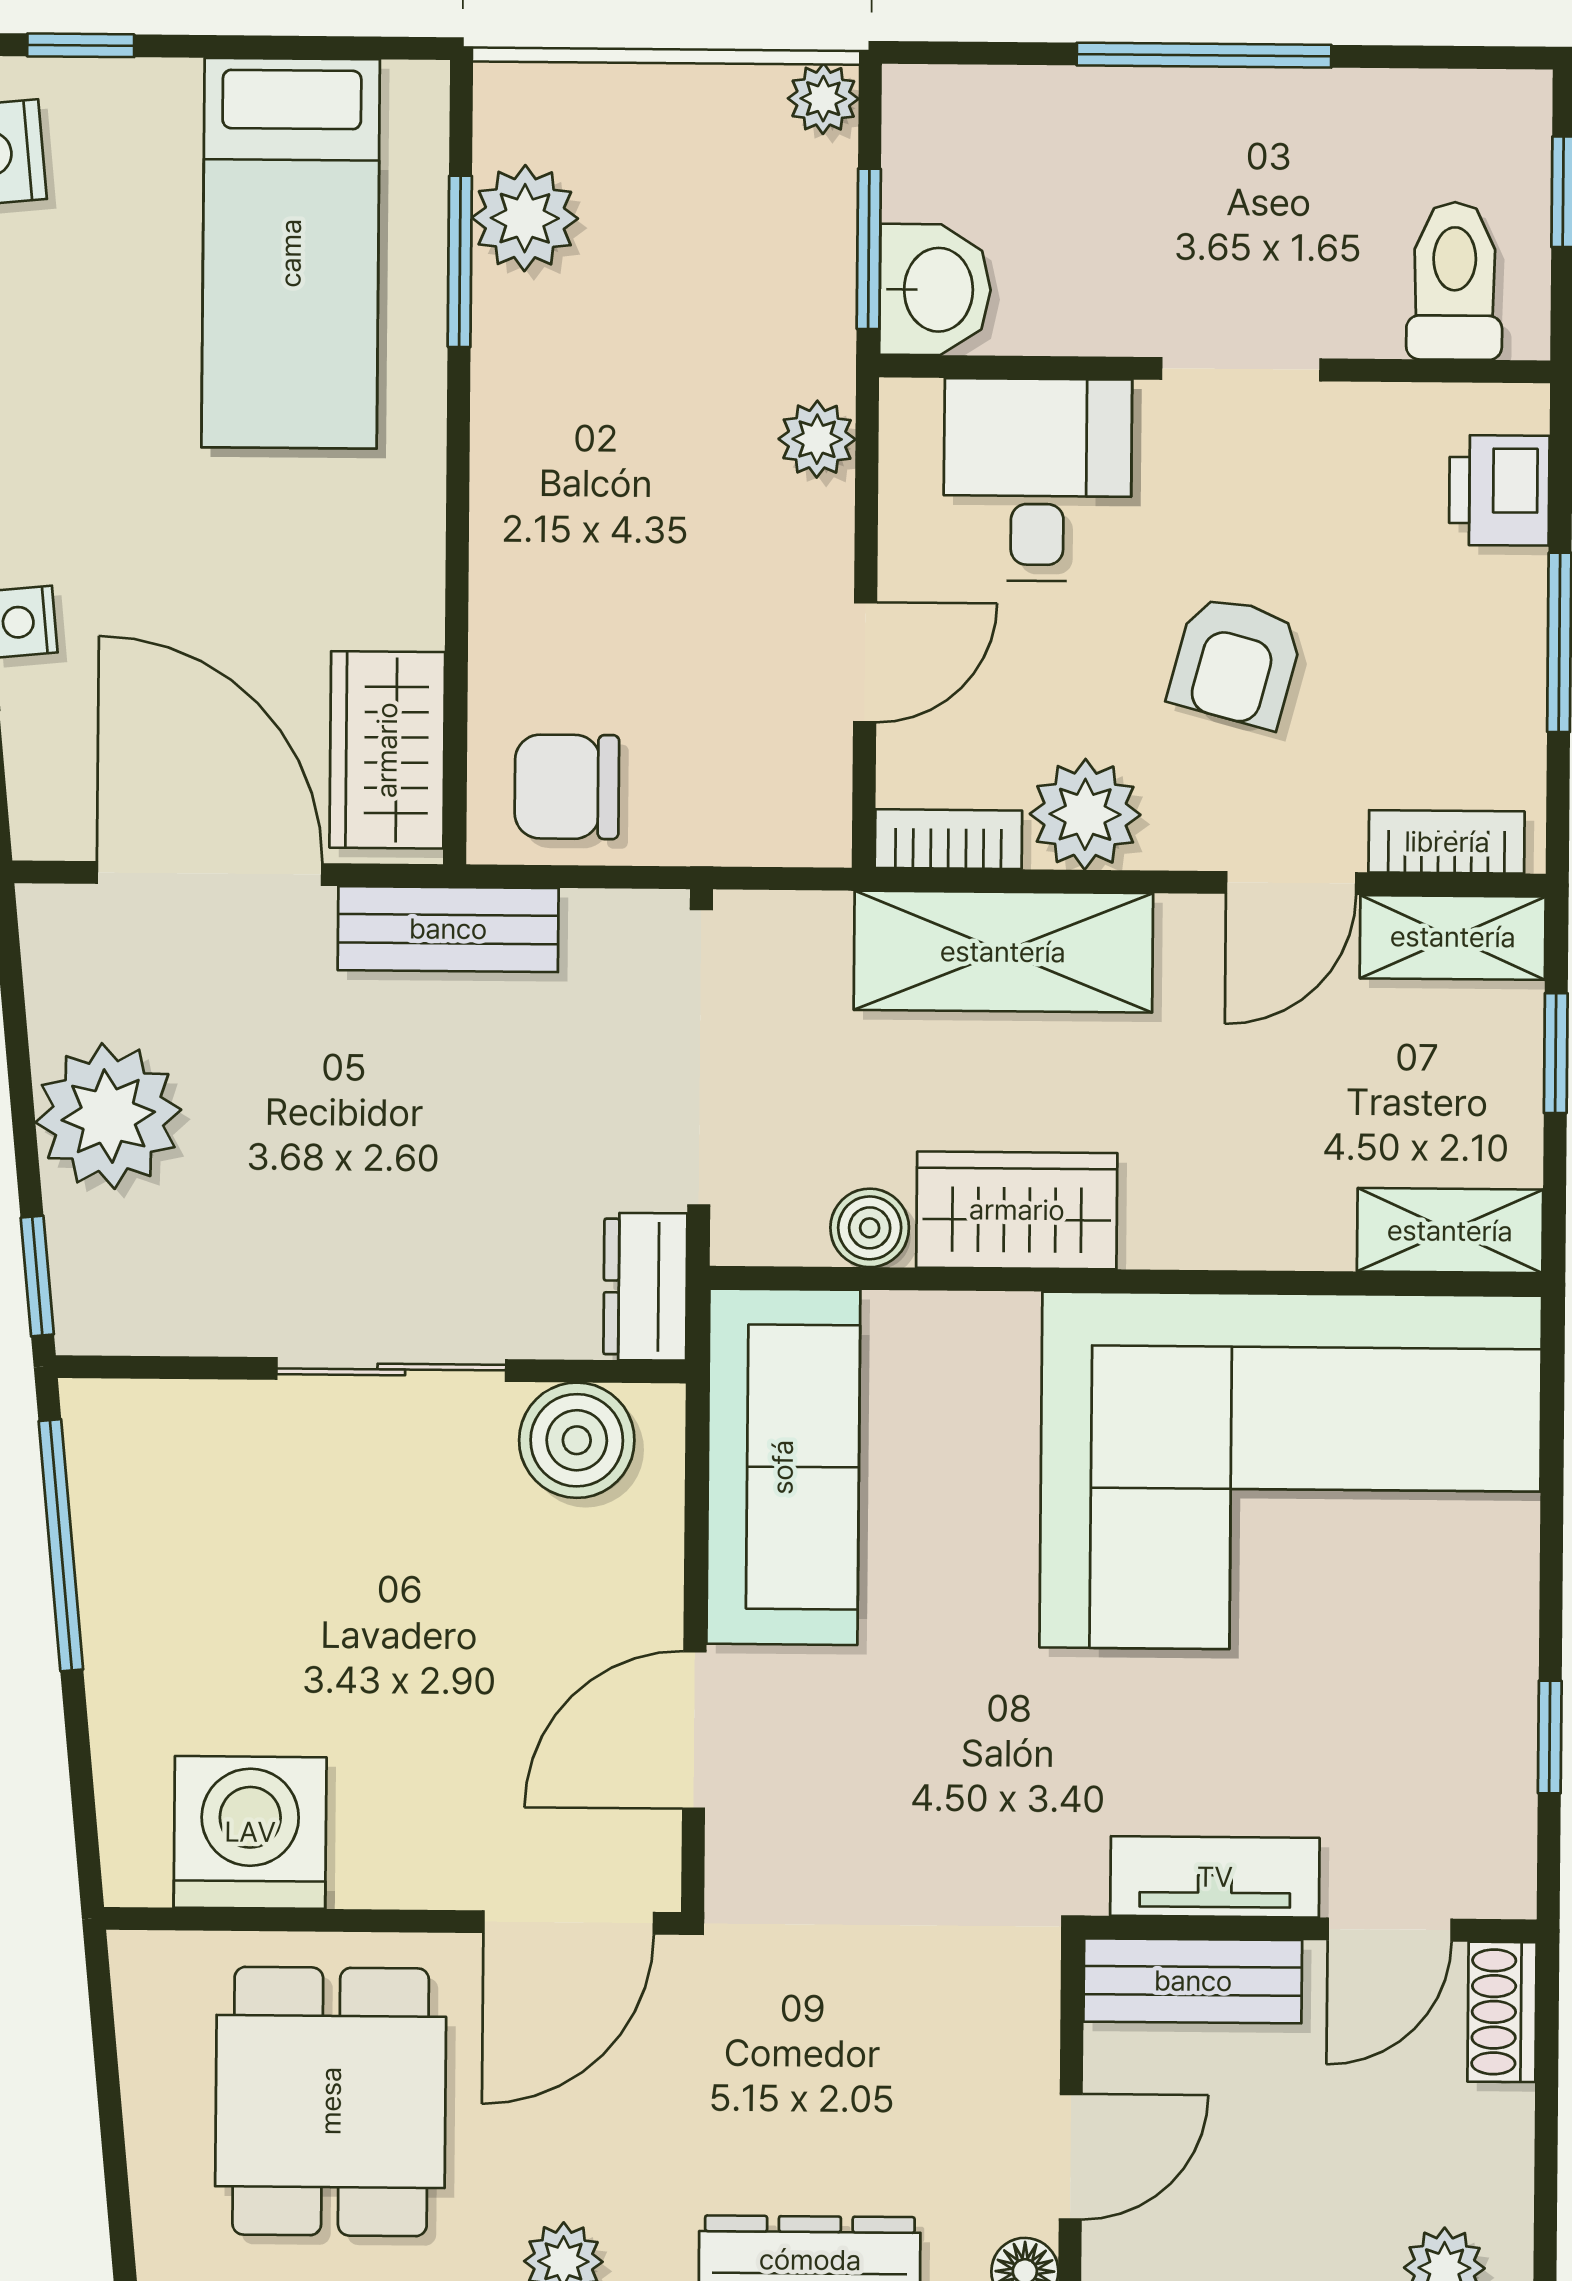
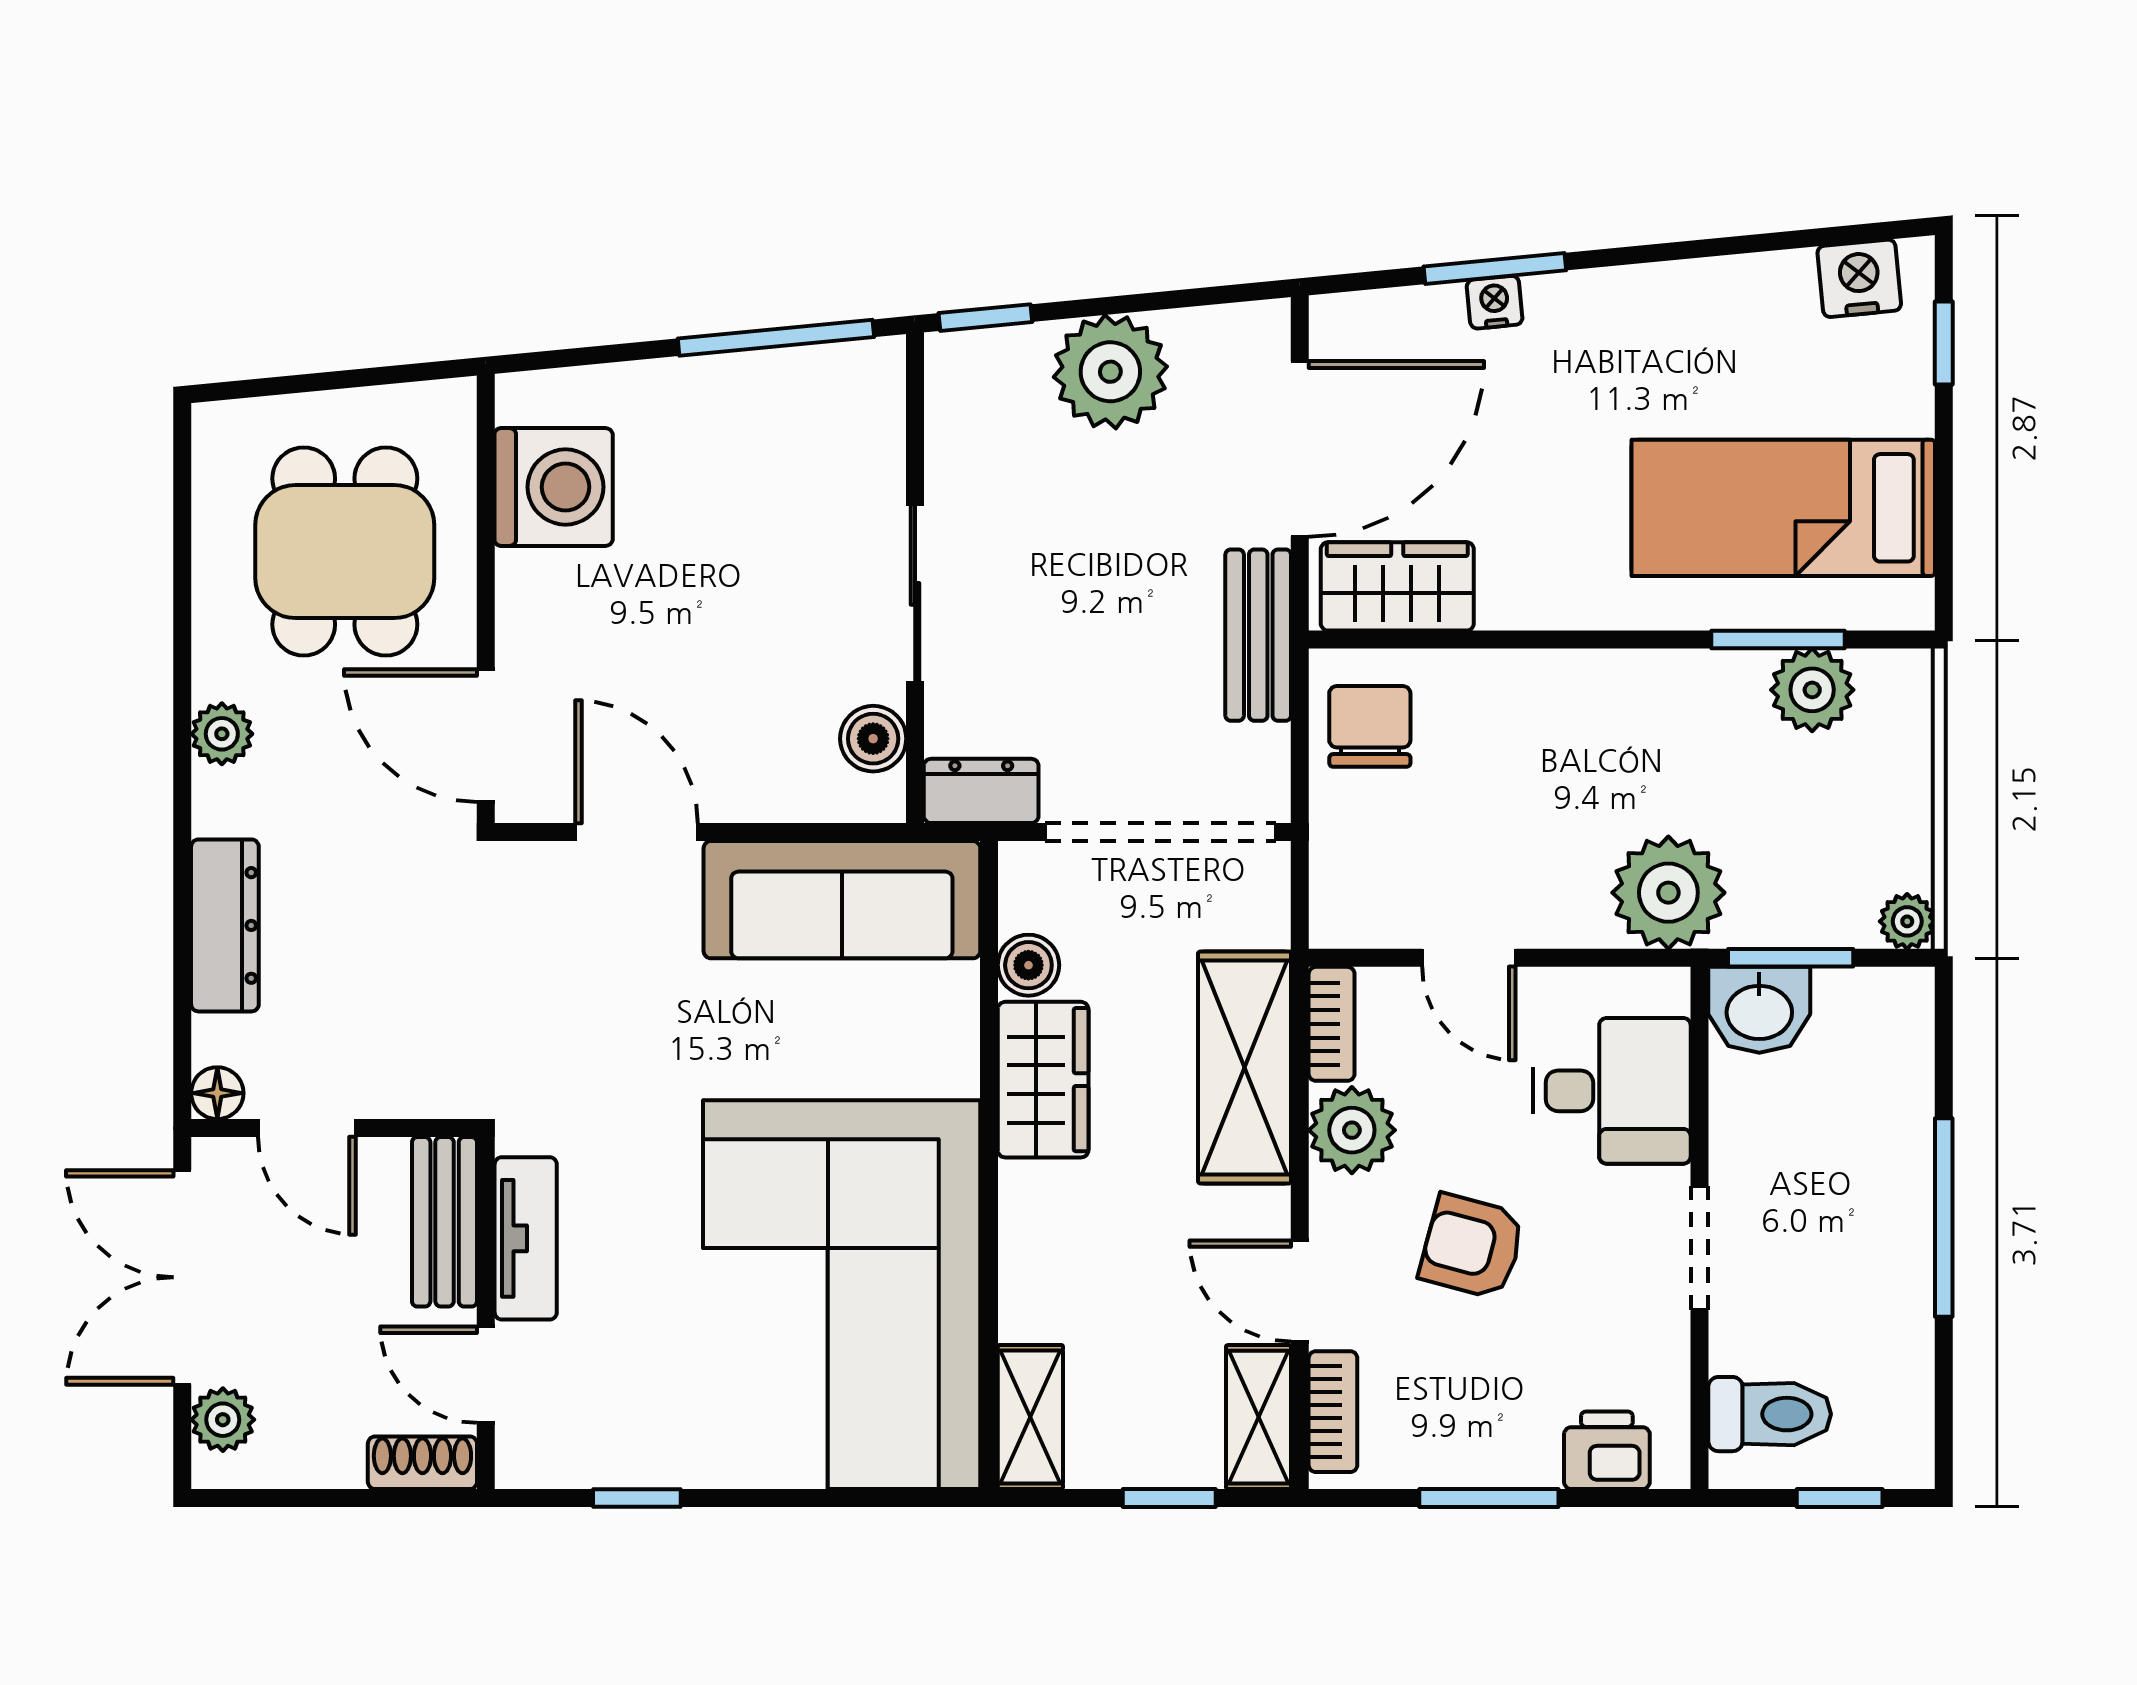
plant: (817, 439) -> (1668, 893), width x1.88, depth x1.88
boiler: (577, 1440) -> (873, 739), width x0.73, depth x0.73
dining table: (331, 2101) -> (345, 552), turned 90

